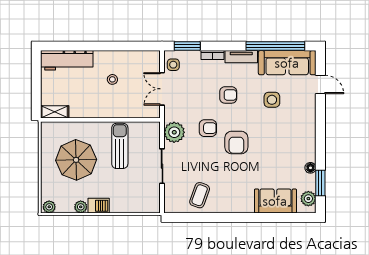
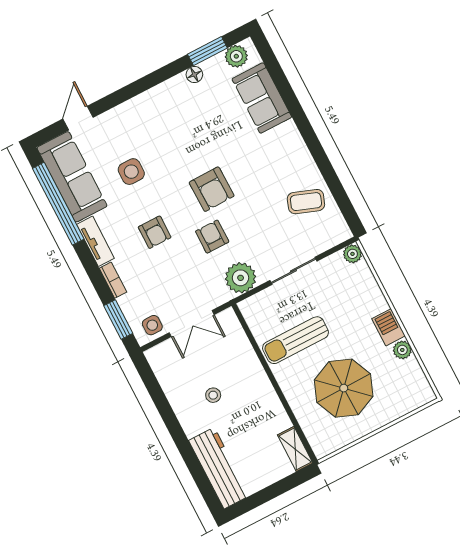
armchair: (228, 95) -> (155, 232), turned 180
armchair: (236, 142) -> (212, 189), turned 89
plant: (49, 207) -> (352, 254), moved

